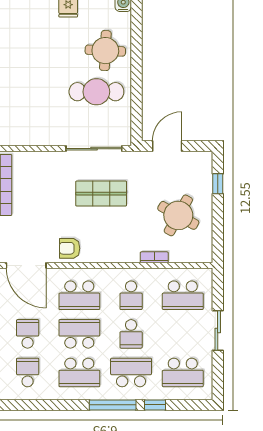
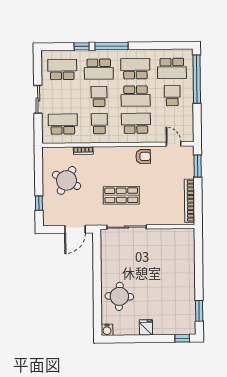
cafe table: (96, 92) -> (125, 267), removed
door: (26, 265) -> (174, 144), width x0.53
school desk: (28, 334) -> (172, 96), turned 180
school desk: (28, 372) -> (172, 68), width x1.85

